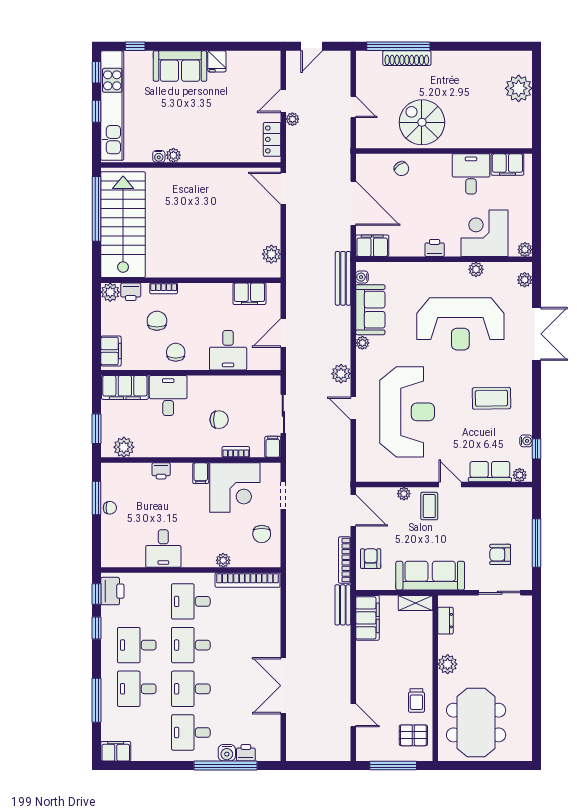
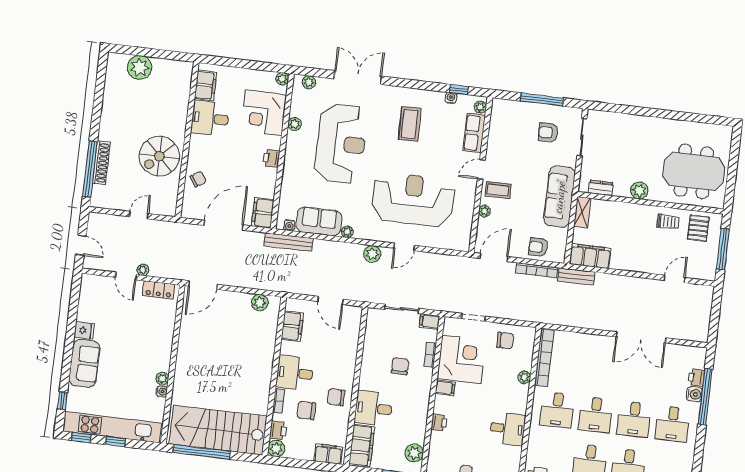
desk: (228, 350) -> (295, 373), moved, turned 180
armchair: (500, 554) -> (548, 133), turned 88

